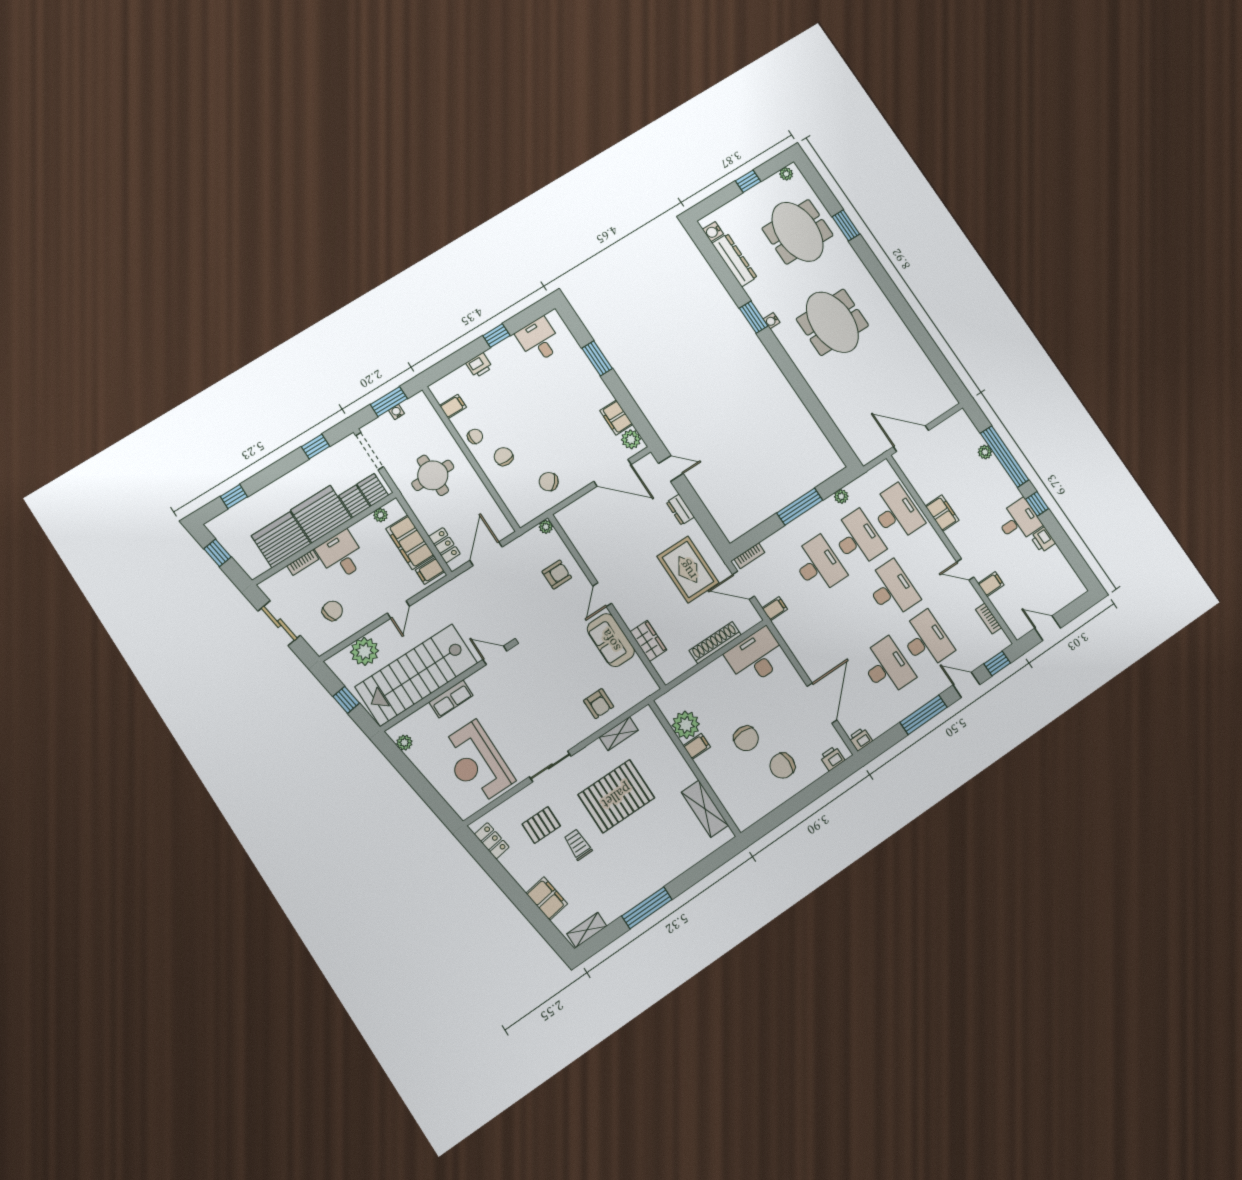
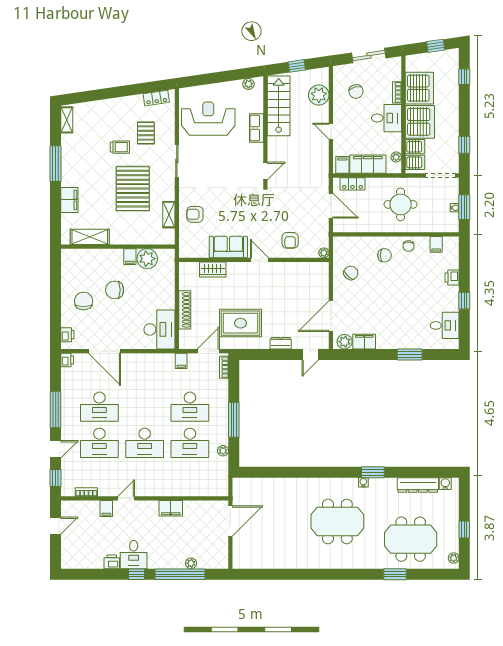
desk: (897, 513) -> (190, 479), removed
stairs: (416, 675) -> (279, 106), width x0.73, depth x0.66
filing cabinet: (547, 899) -> (69, 200), moved, turned -82

